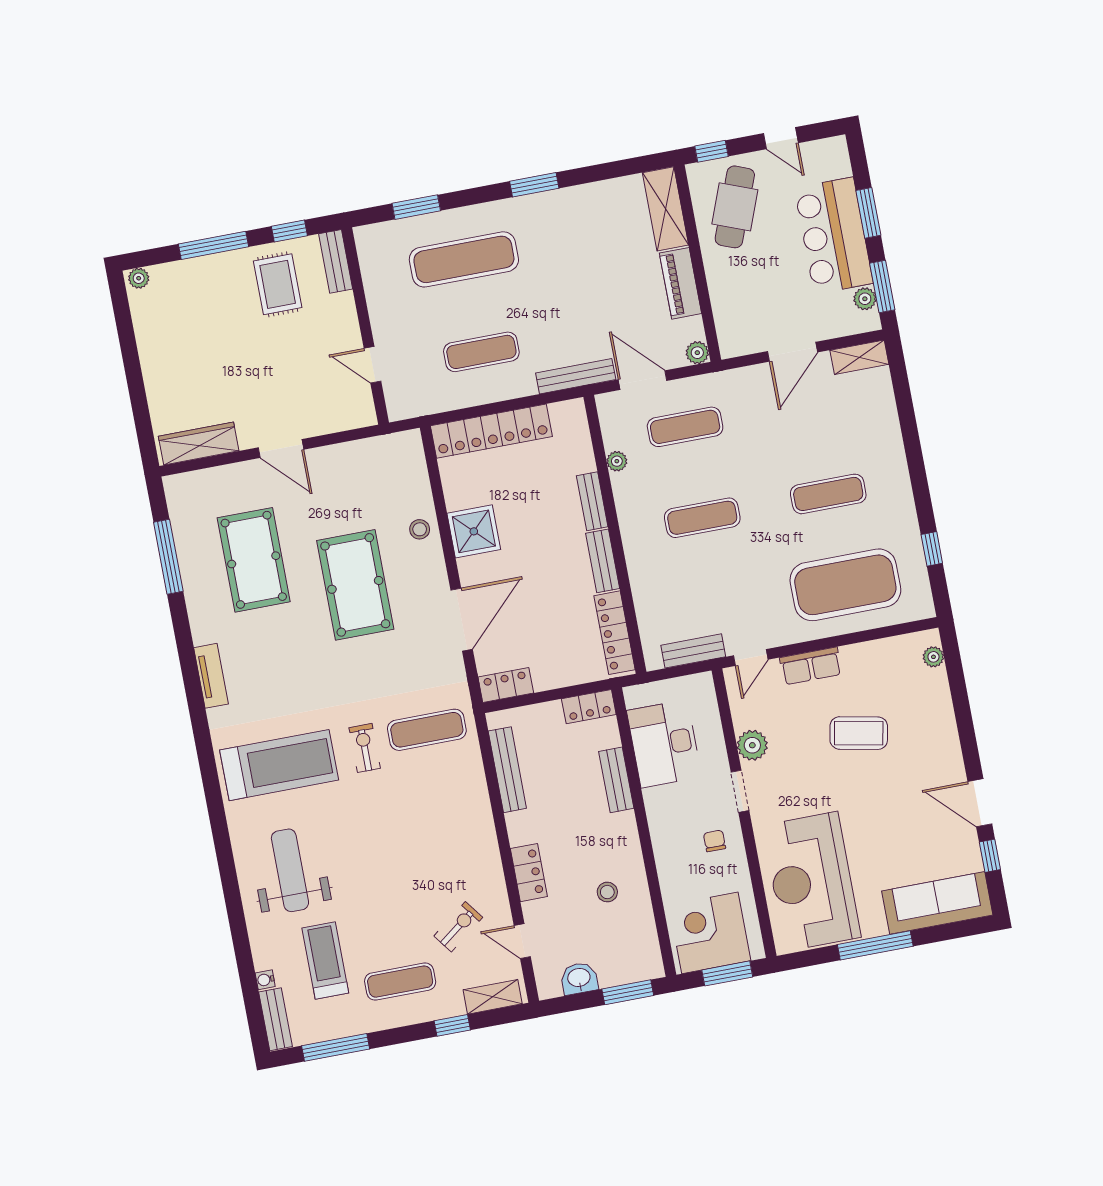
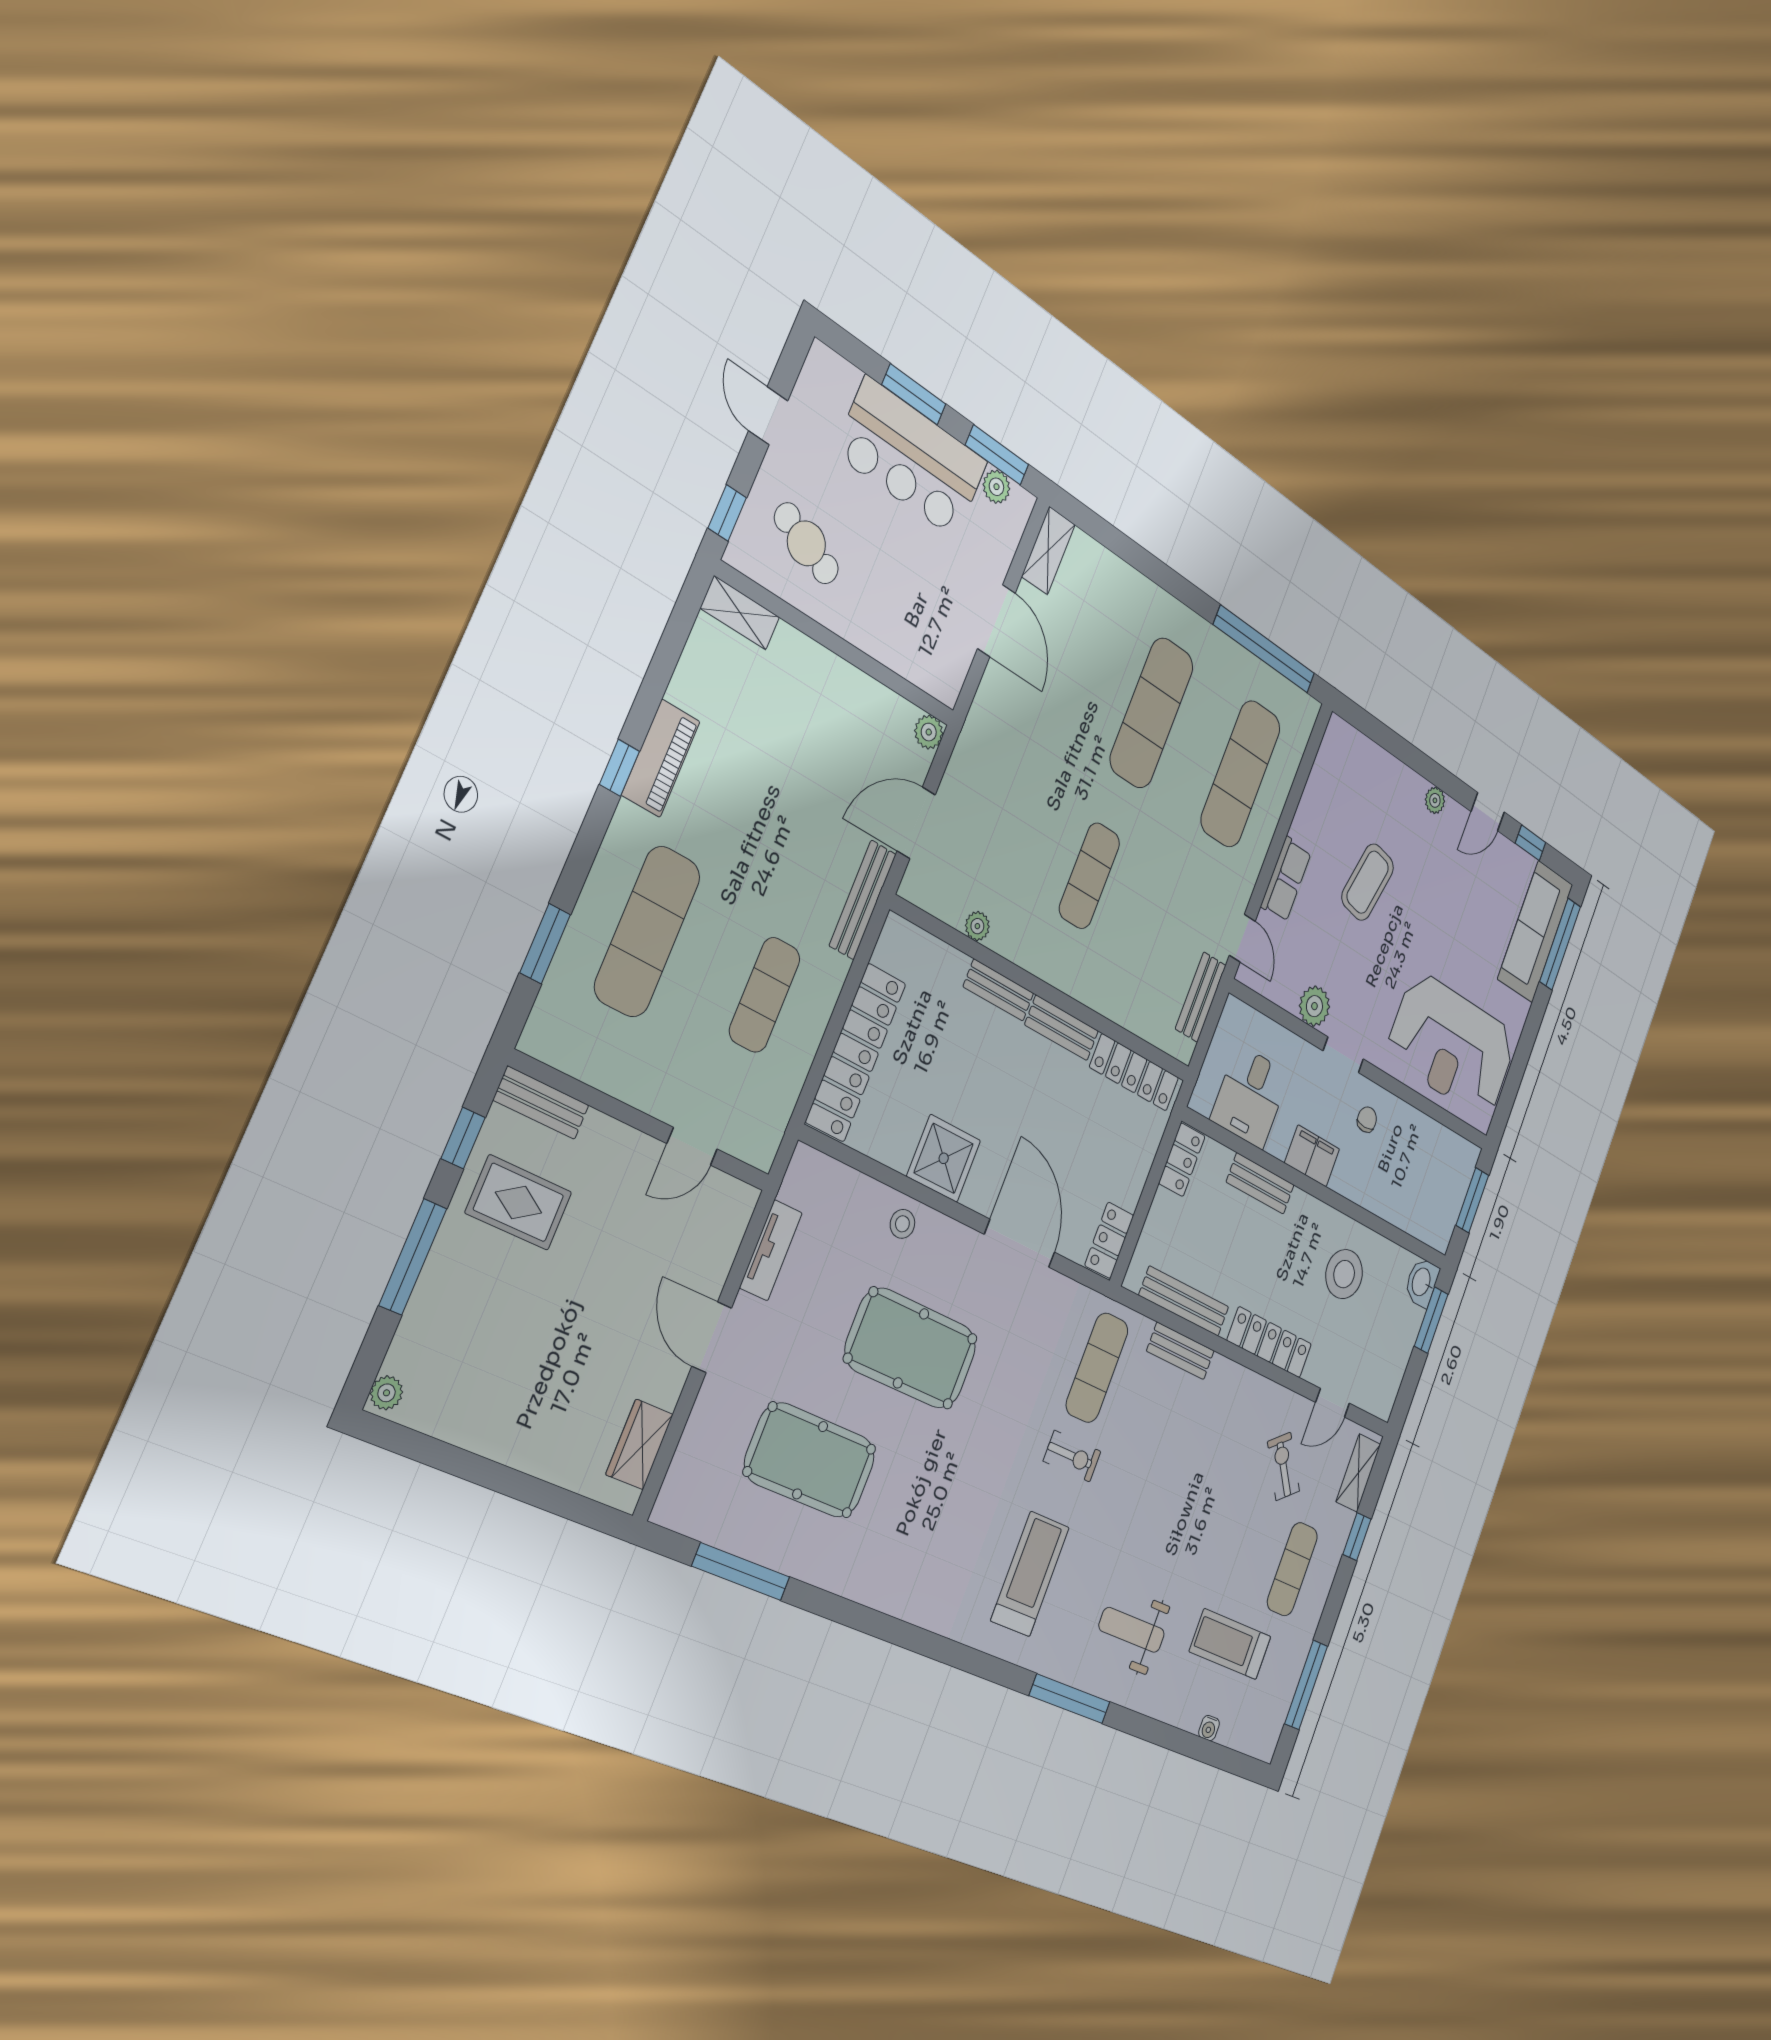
door: (781, 138) -> (768, 416), swing flipped
window: (534, 185) -> (619, 768), width x0.67
cafe table: (735, 207) -> (806, 543), width x0.73, depth x0.74
shelving: (666, 209) -> (740, 613), width x0.67, depth x0.75
piano: (680, 283) -> (661, 758), moved, turned -90
exercise mat: (685, 427) -> (993, 815), removed
wardrobe: (199, 444) -> (640, 1444), width x0.67
door: (281, 448) -> (712, 1337), swing flipped
exercise mat: (828, 494) -> (1152, 713), width x1.36, depth x1.45
window: (932, 549) -> (1264, 649), width x3.17
exercise mat: (845, 585) -> (1241, 774), width x0.68
plant: (933, 657) -> (1435, 800), moved
tv unit: (211, 676) -> (771, 1250), moved, turned 90
desk: (664, 744) -> (1250, 1096), width x0.73
exercise bike: (365, 748) -> (1072, 1456), turned 180
treadmill: (279, 765) -> (1030, 1574), width x0.73, depth x0.73
door: (980, 803) -> (1488, 812), width x0.73
filing cabinet: (661, 811) -> (1312, 1156), added
chair: (714, 841) -> (1367, 1120), turned 90
window: (224, 849) -> (1070, 1699), added
weight bench: (290, 870) -> (1132, 1630), width x0.73, depth x0.75
locker: (529, 873) -> (1269, 1342), width x1.53
stool: (607, 892) -> (1344, 1274), width x1.89, depth x1.89
corner desk: (710, 933) -> (1433, 1191), removed
window: (875, 945) -> (1560, 944), moved
washbasin: (579, 978) -> (1422, 1282), moved
bench: (276, 1019) -> (1180, 1351), moved

